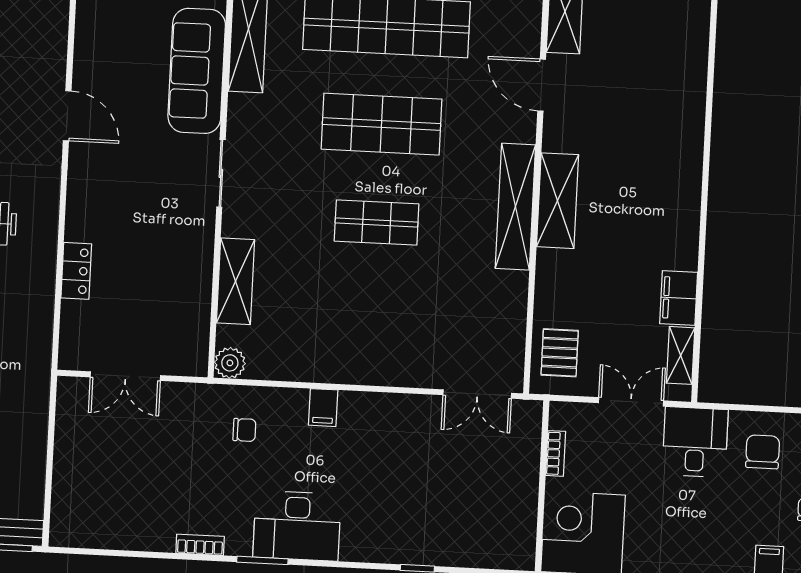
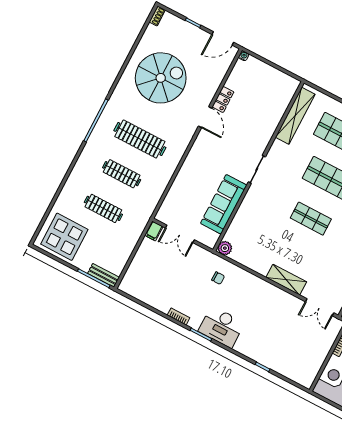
sofa: (197, 71) -> (224, 204), moved
locker: (76, 271) -> (223, 99), moved
shelving: (235, 281) -> (286, 280), moved, turned 90
filing cabinet: (323, 408) -> (154, 231), moved

